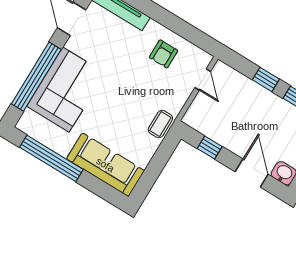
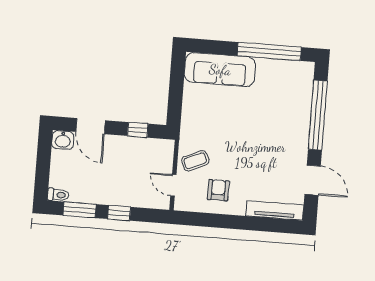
corner sofa: (66, 90) -> (287, 117), removed
coffee table: (160, 124) -> (195, 161), moved, turned 66

